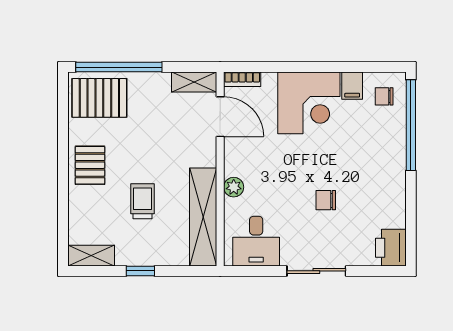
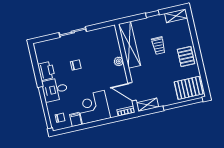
desk: (256, 241) -> (55, 90), moved, turned -90
printer: (391, 248) -> (46, 71), moved

